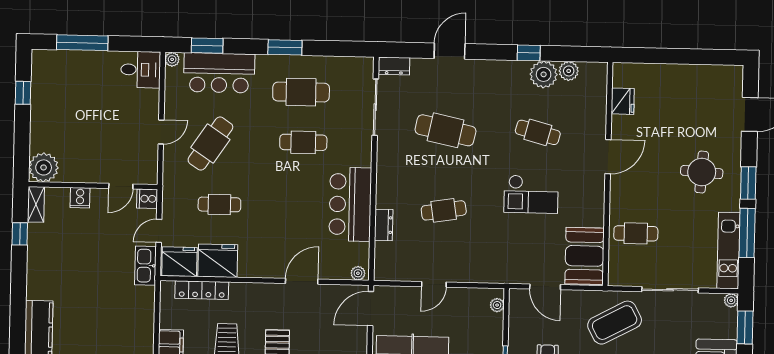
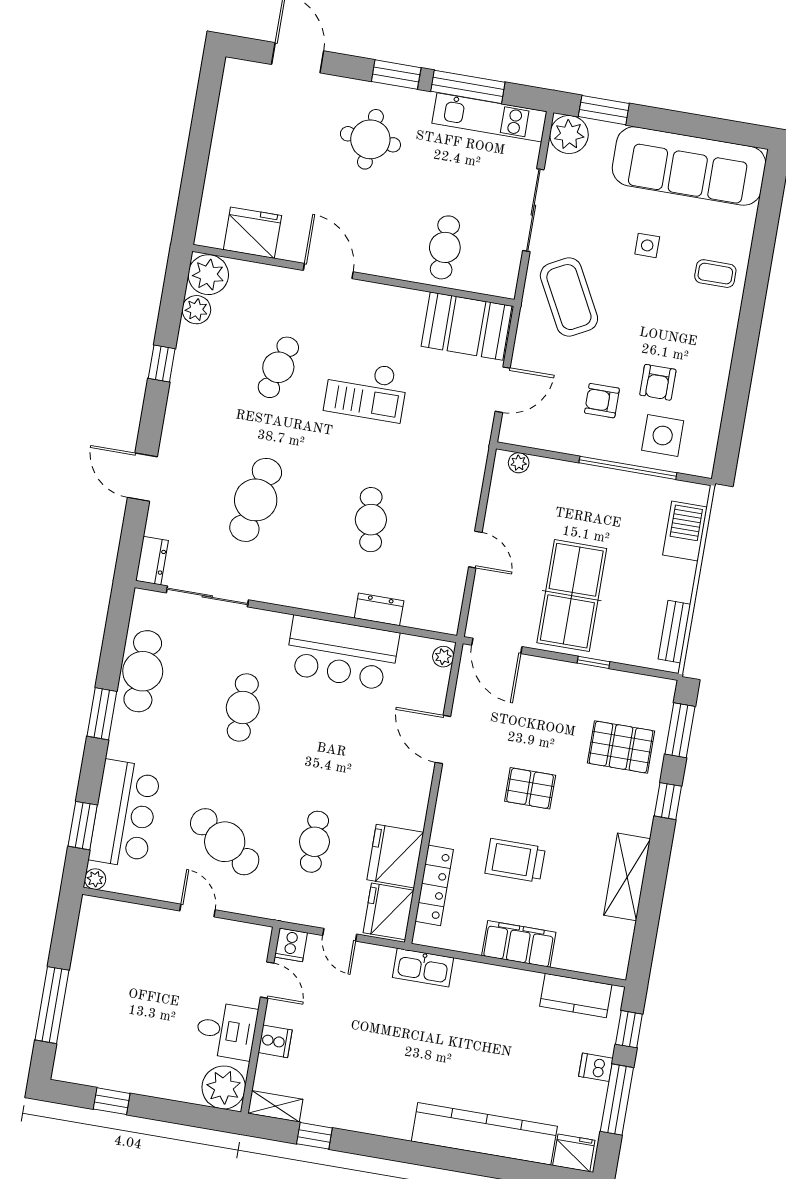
desk: (141, 70) -> (226, 1031), moved, turned 90
plant: (544, 74) -> (208, 275), moved
cafe table: (301, 92) -> (143, 671), moved
fridge: (623, 101) -> (252, 233), width x1.36, depth x1.34
checkout: (531, 194) -> (366, 390), turned 90
kitchen sink: (145, 266) -> (423, 968), moved
plant: (731, 300) -> (569, 135), width x1.88, depth x1.88

